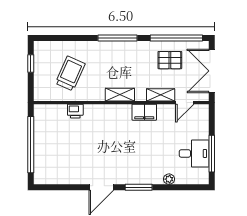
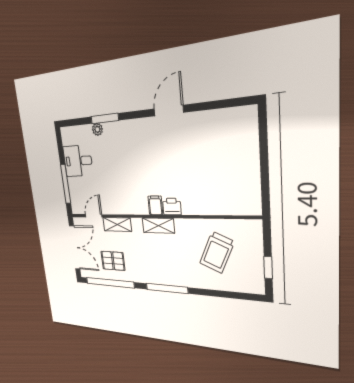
printer: (75, 111) -> (172, 207), moved
filing cabinet: (144, 112) -> (155, 205), moved, width x0.50
window: (31, 145) -> (264, 161), removed
window: (212, 154) -> (66, 184), moved
window: (139, 187) -> (105, 118), moved

